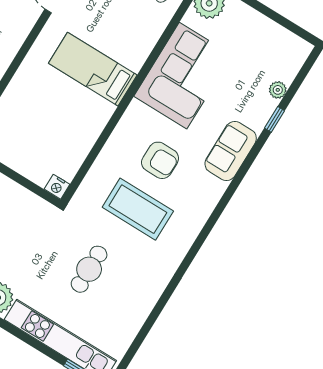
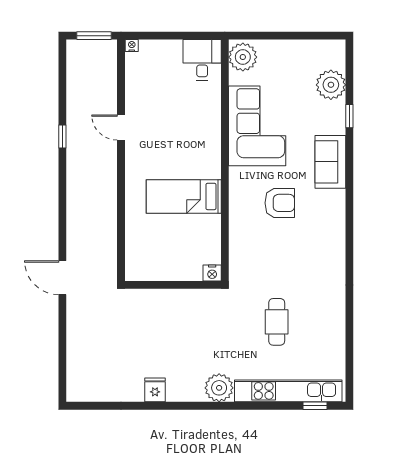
bed: (93, 69) -> (184, 196), moved
plant: (278, 90) -> (331, 85), width x1.88, depth x1.88
coffee table: (138, 209) -> (286, 252), removed

